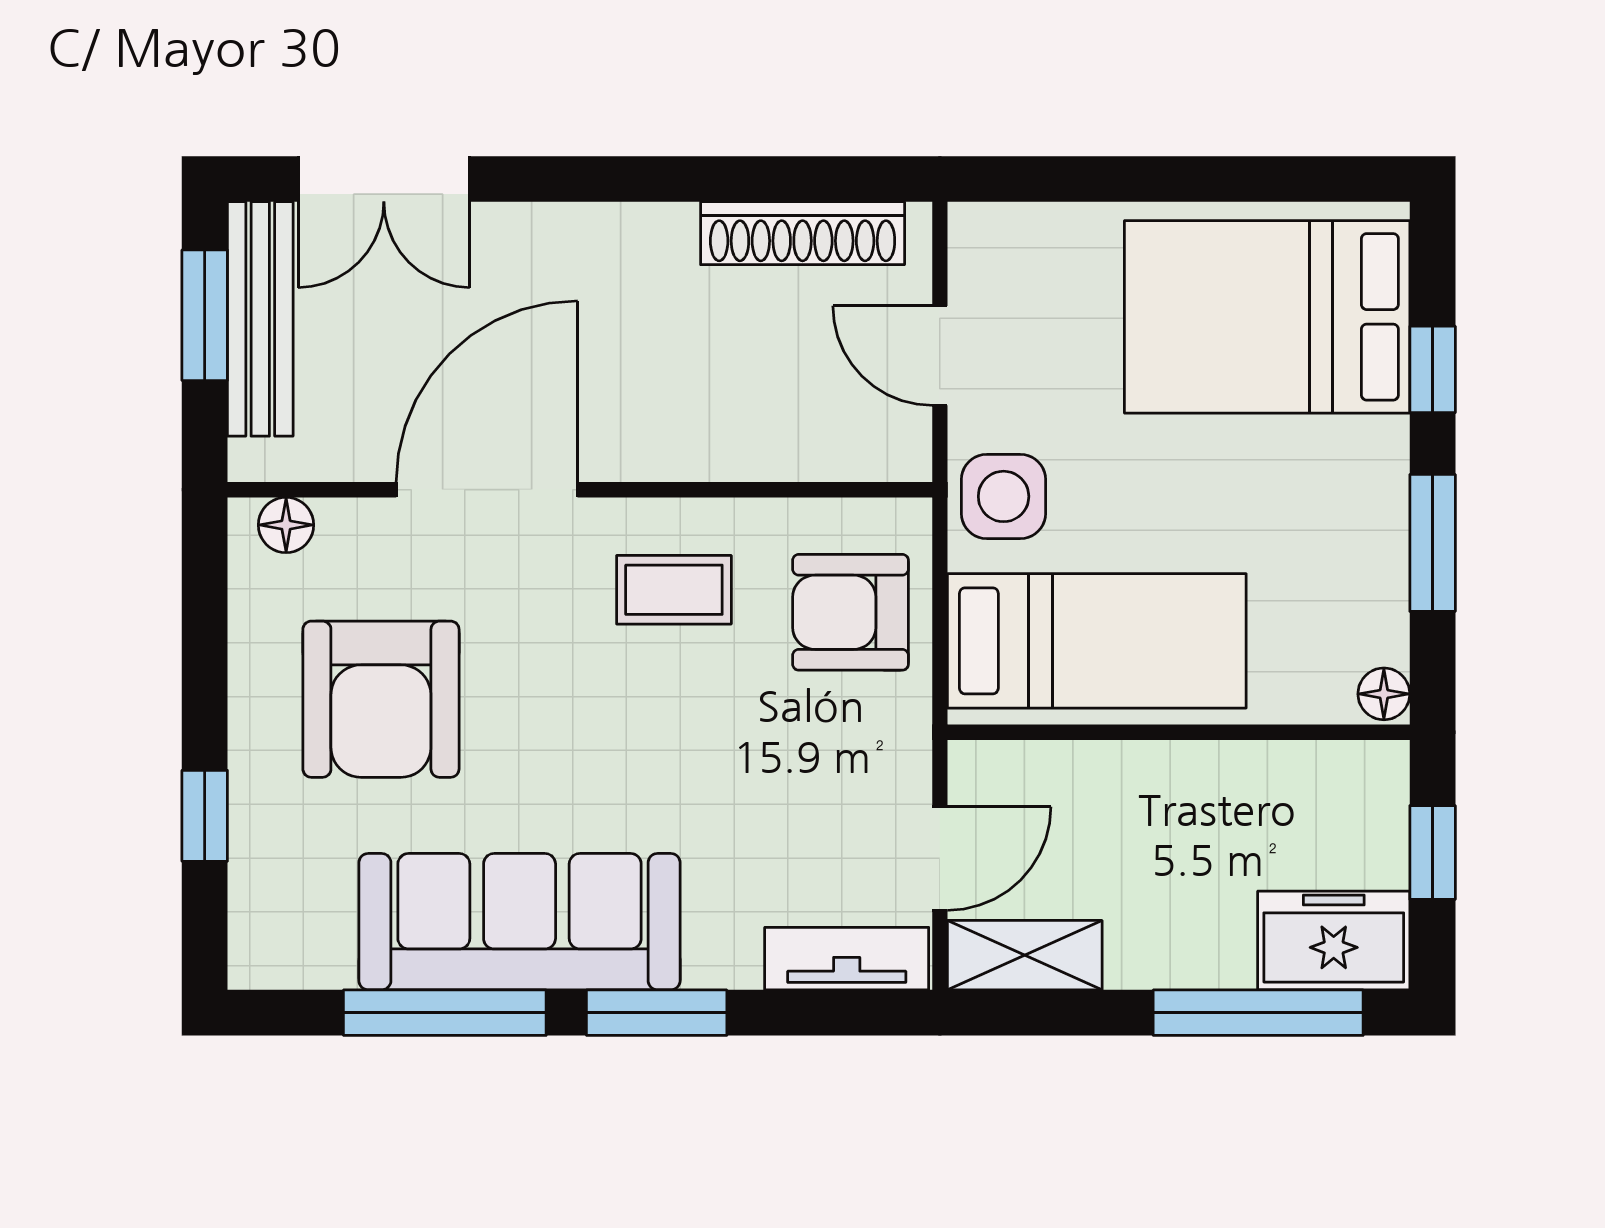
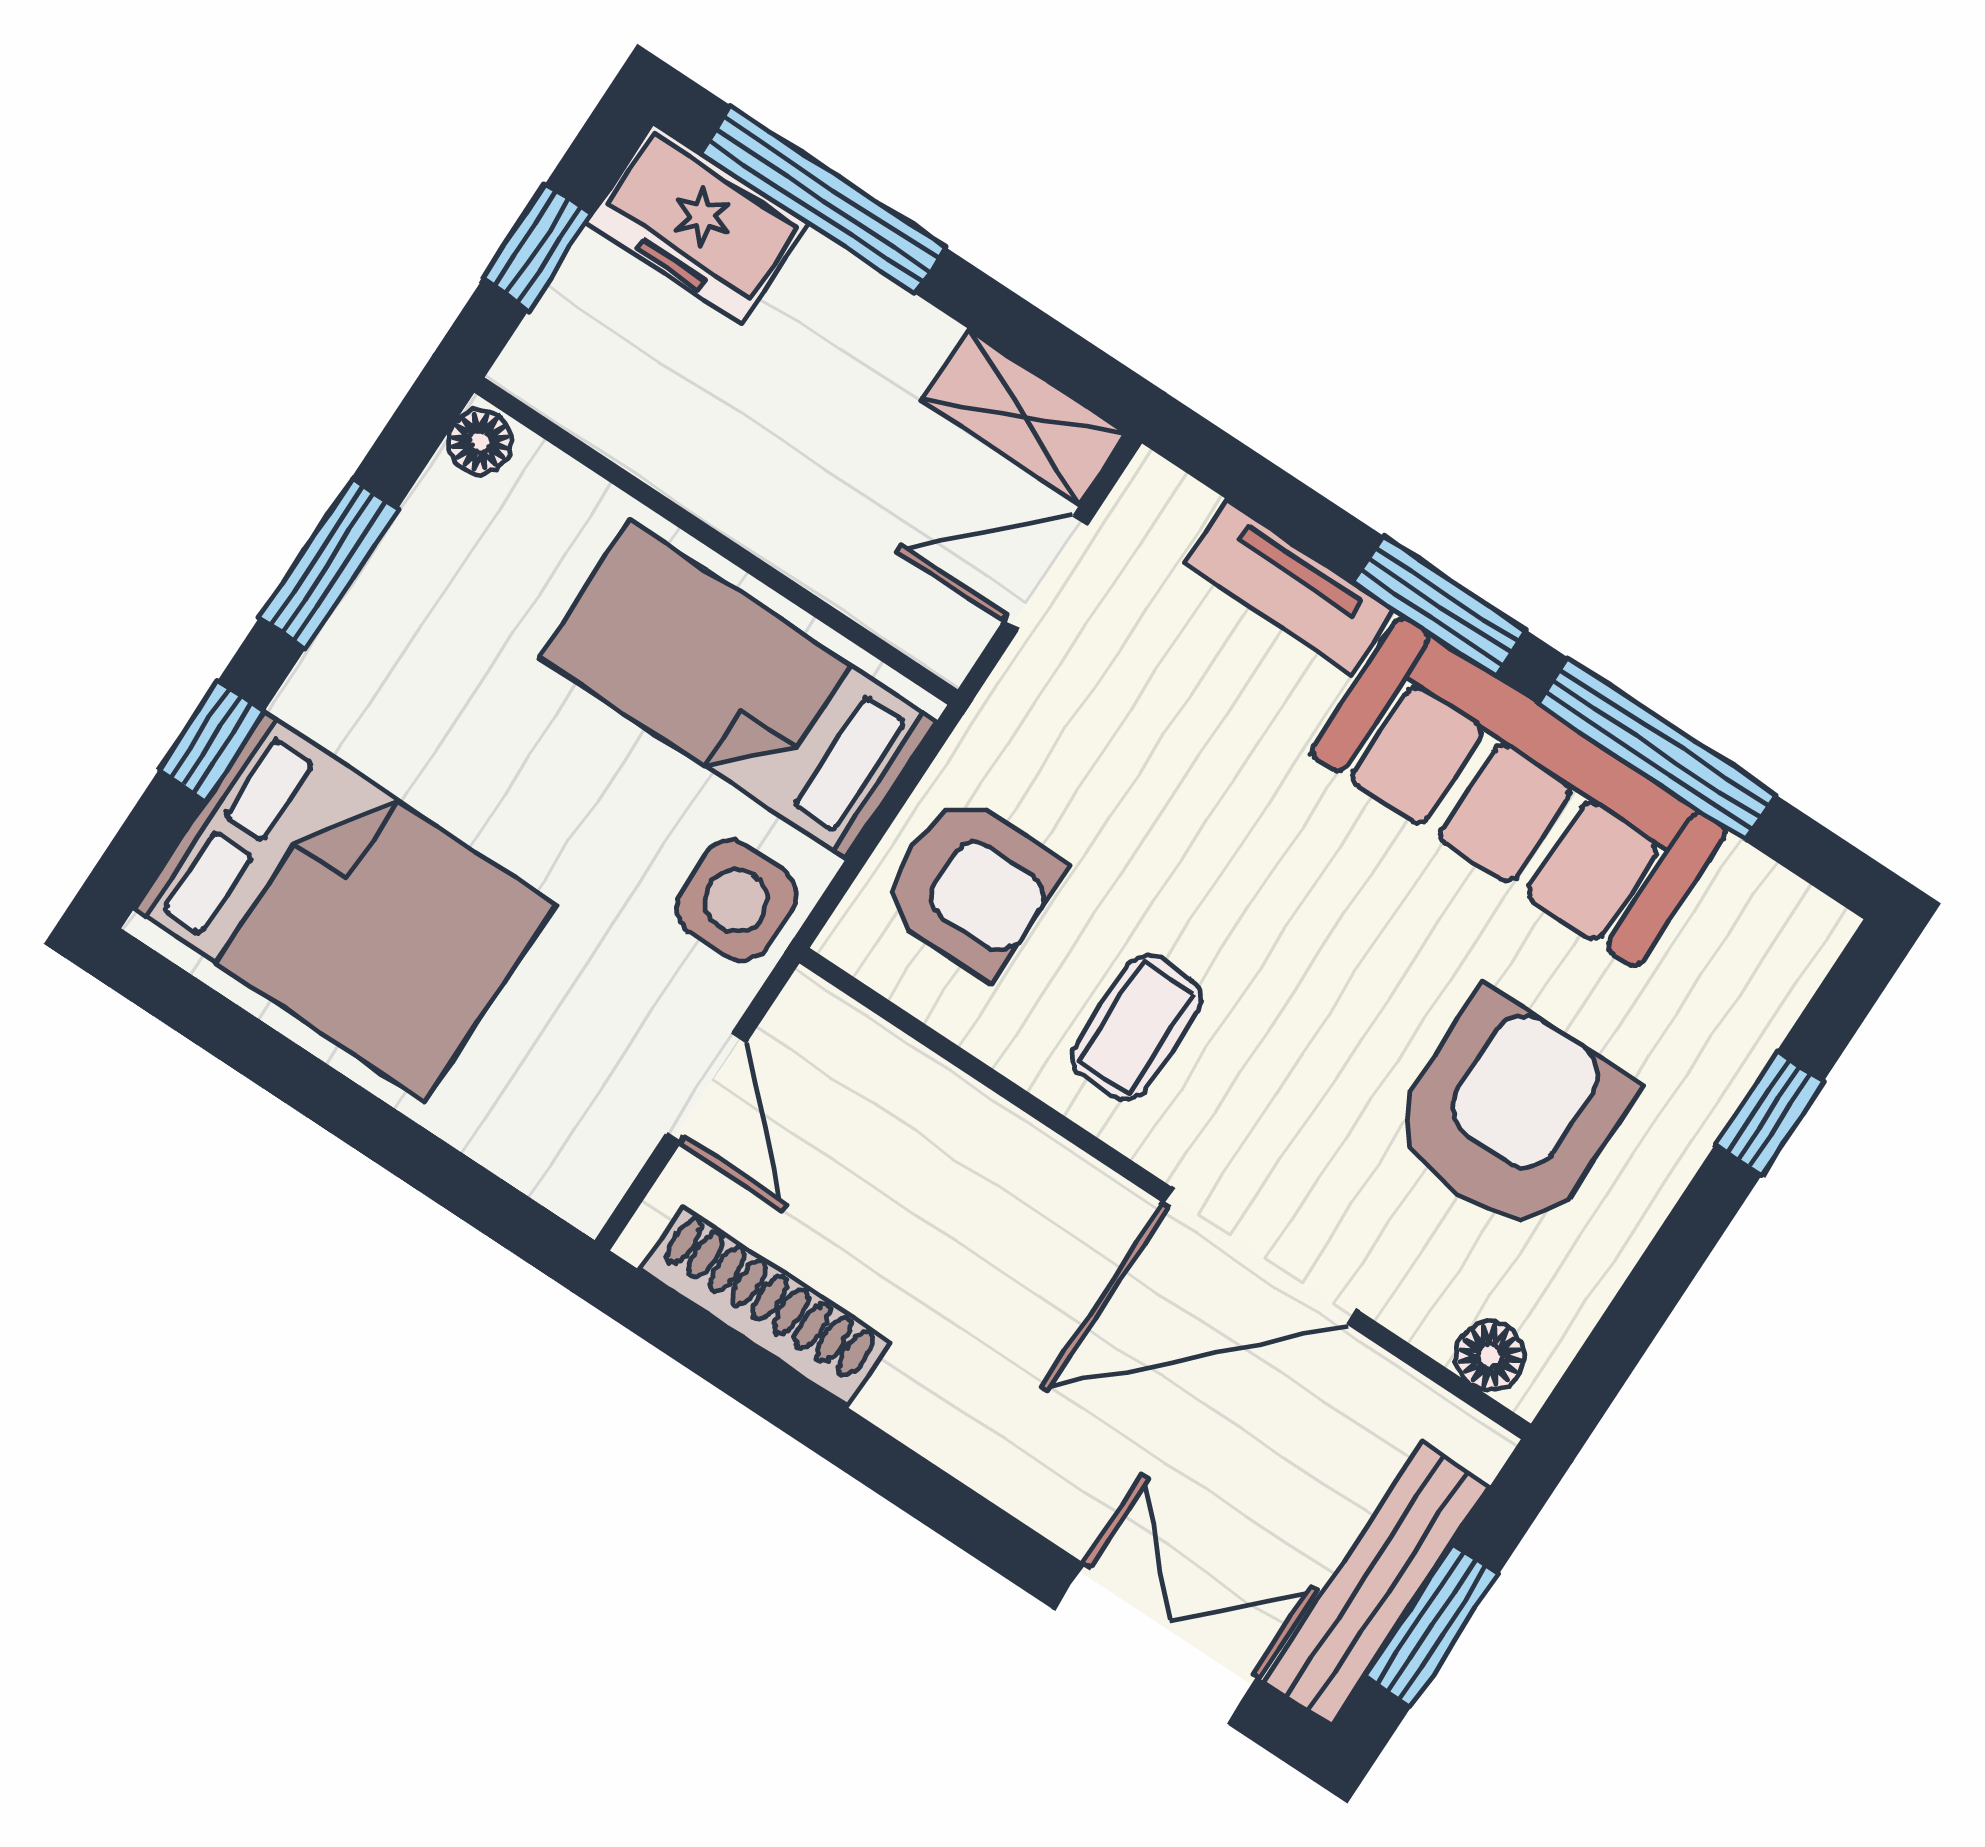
coffee table: (674, 590) -> (1136, 1028), turned 90
tv unit: (847, 959) -> (1289, 586), moved

